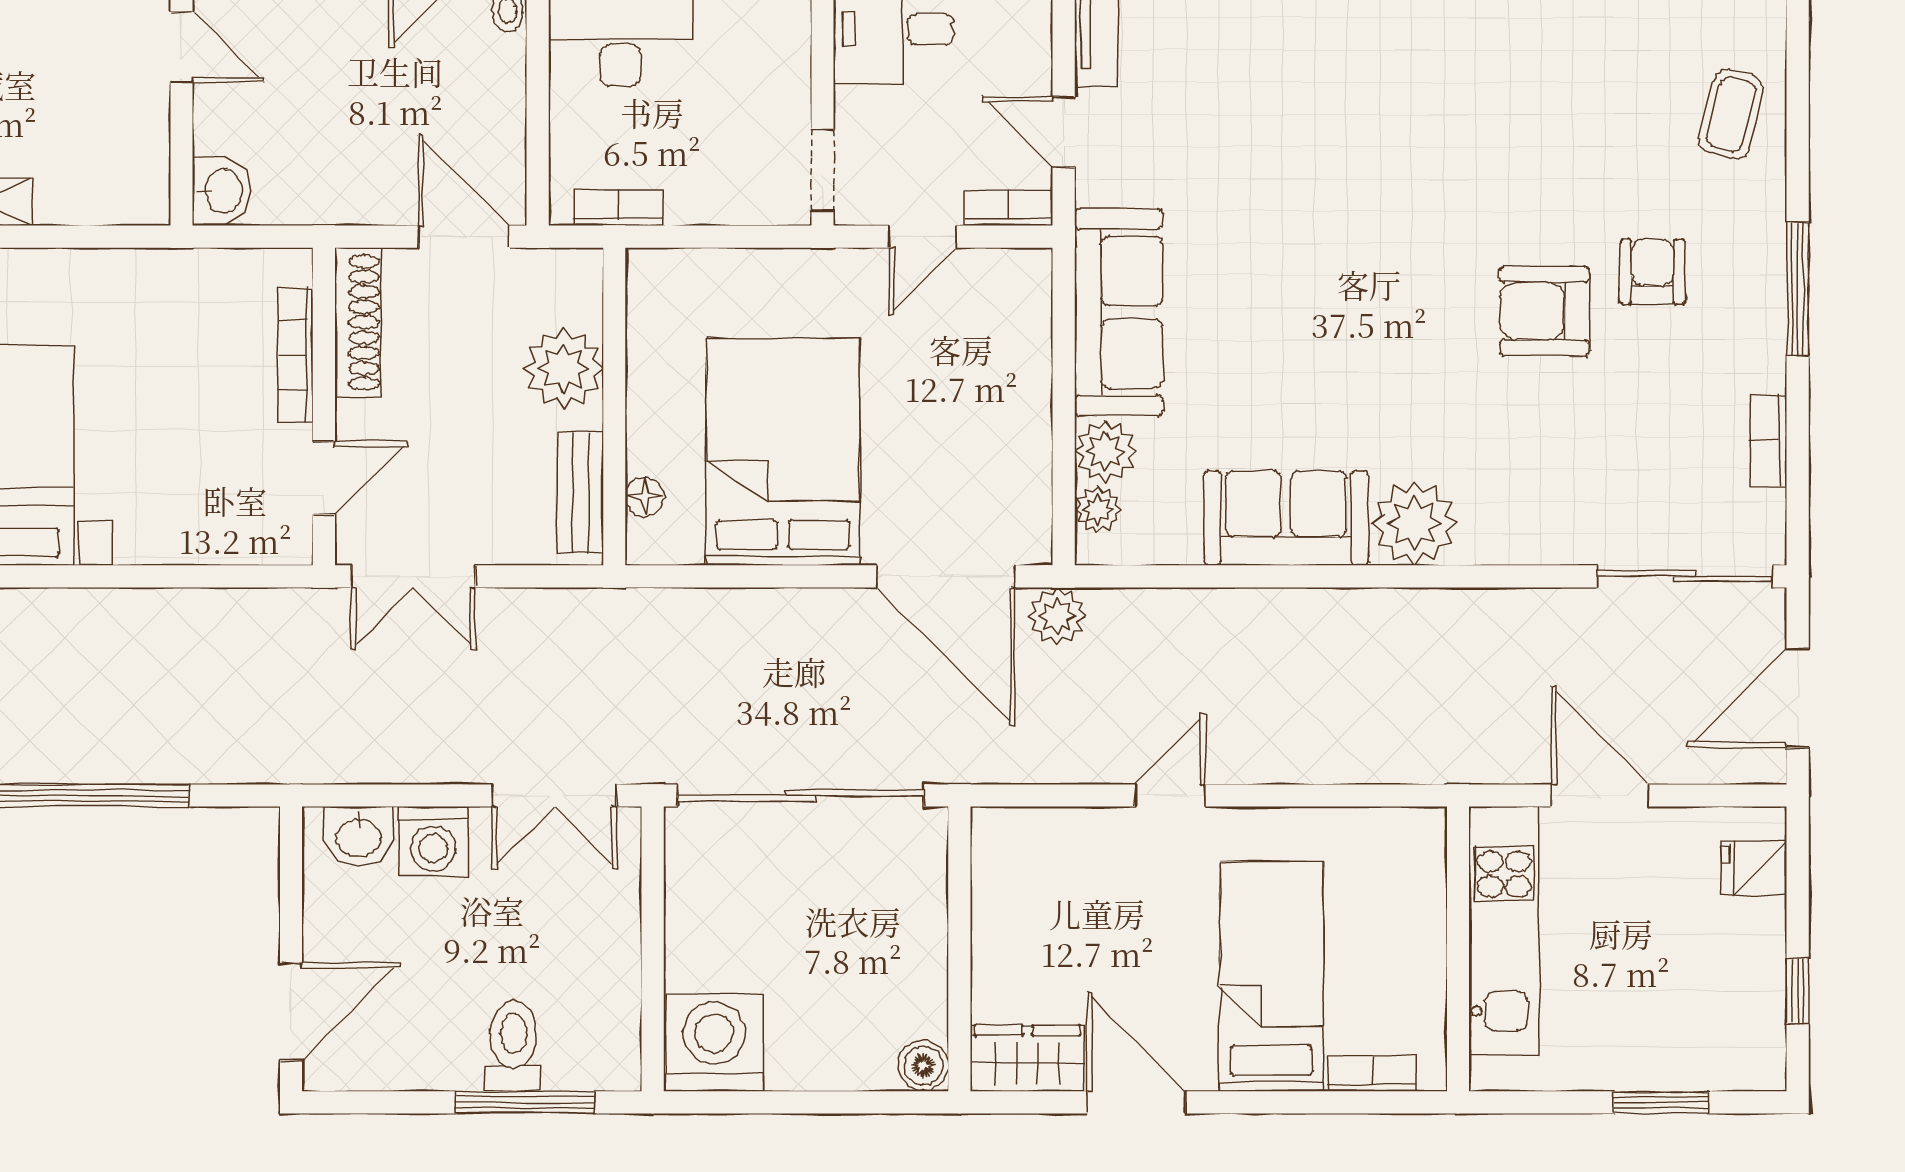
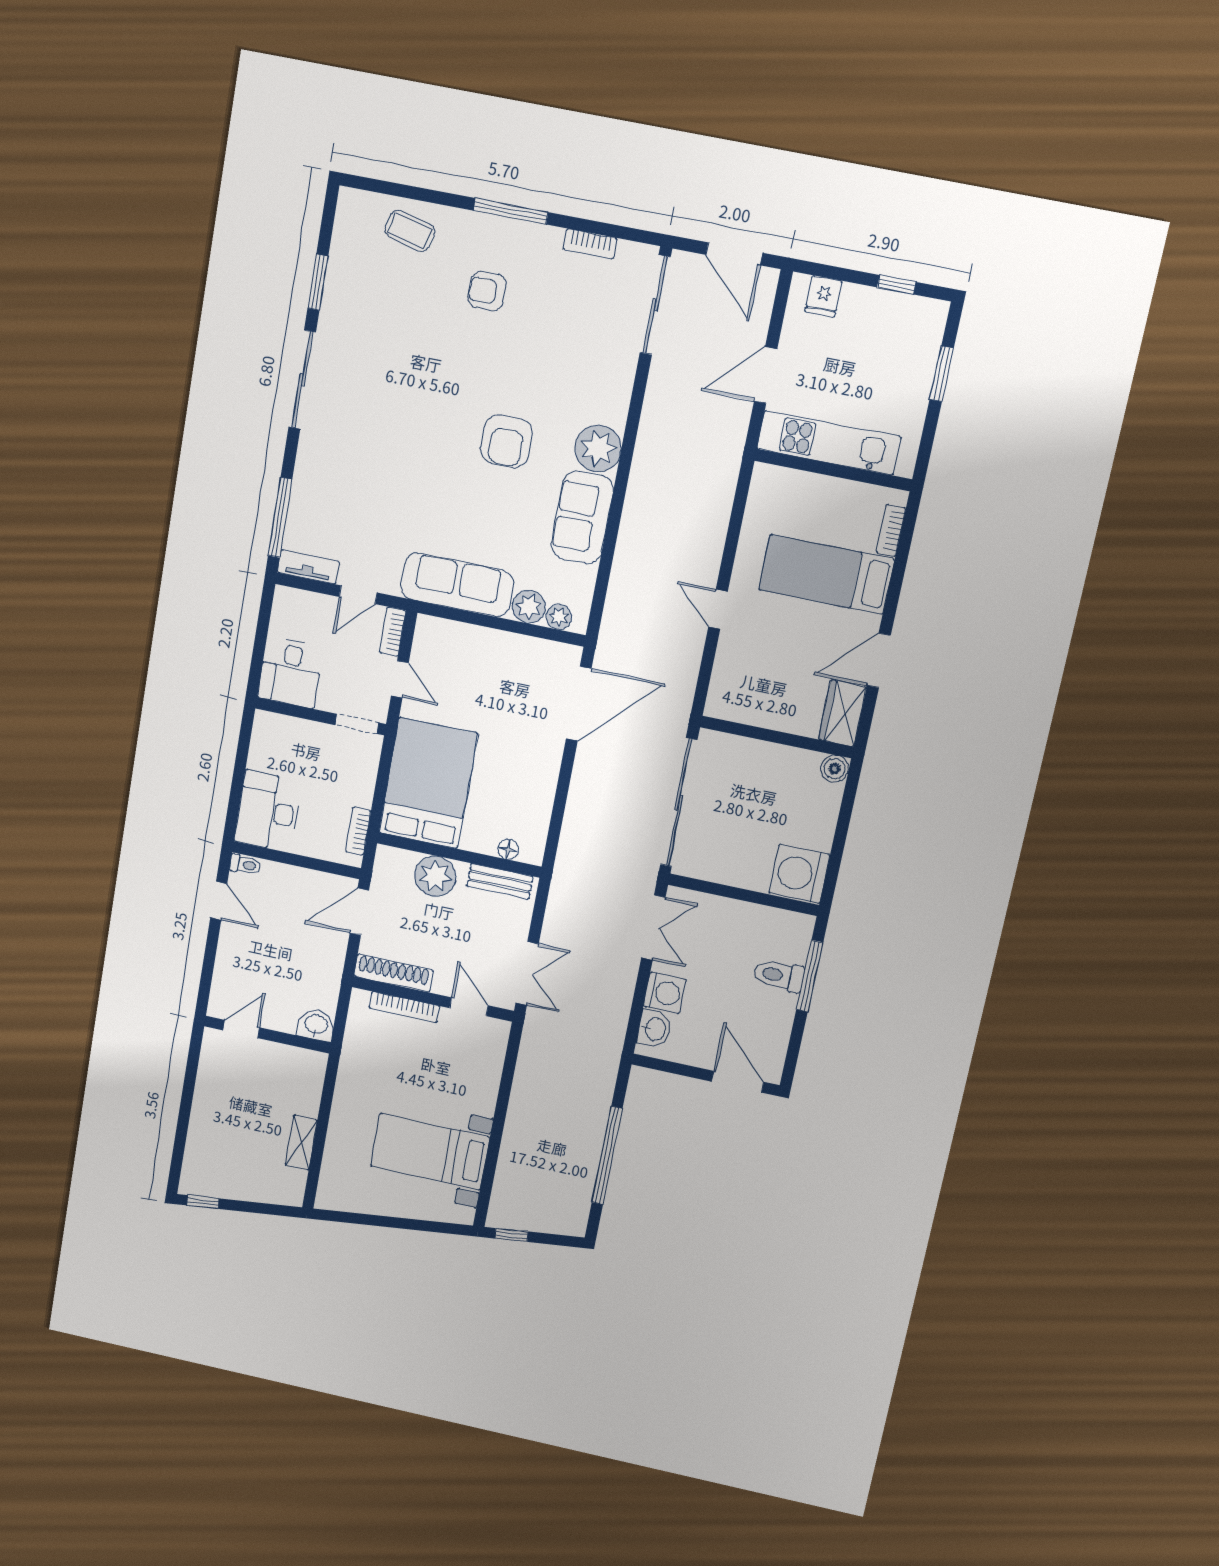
armchair: (1544, 311) -> (507, 441), moved
bed: (783, 452) -> (428, 783), moved, turned 90
plant: (1057, 616) -> (611, 650), removed

